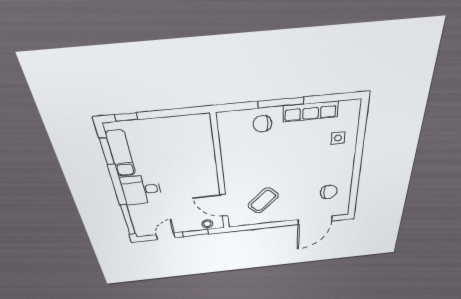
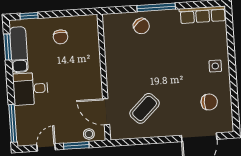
row of seats: (311, 111) -> (203, 15), moved
chair: (262, 124) -> (141, 26), turned -125
side table: (338, 138) -> (215, 66), moved
chair: (168, 139) -> (61, 37), added

